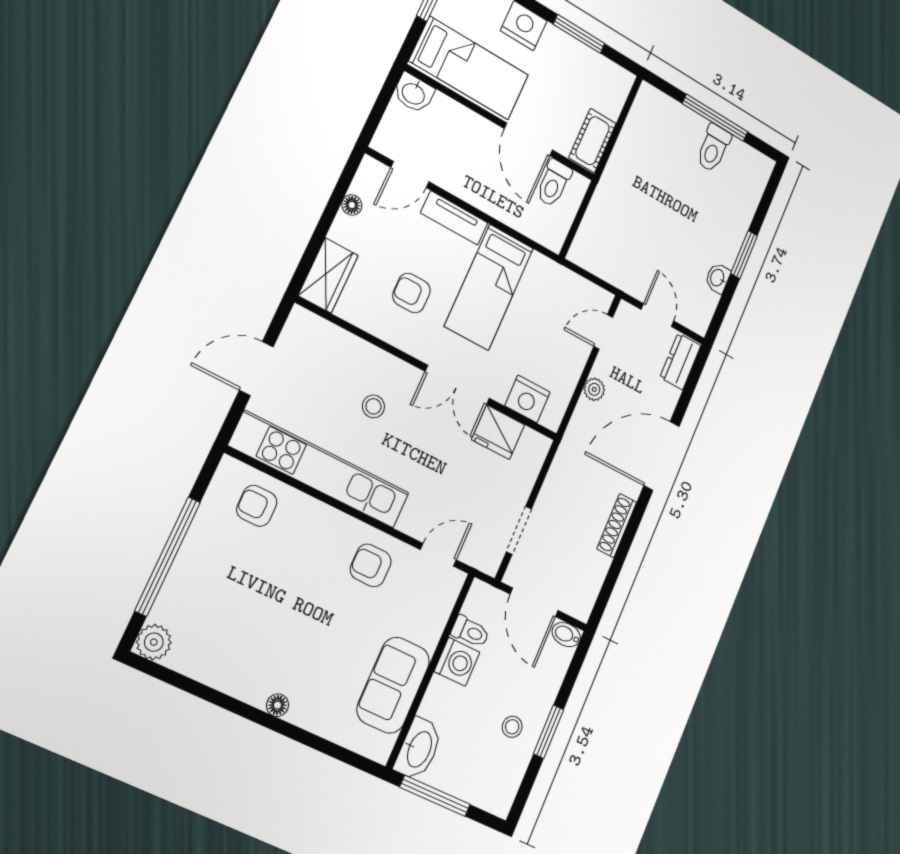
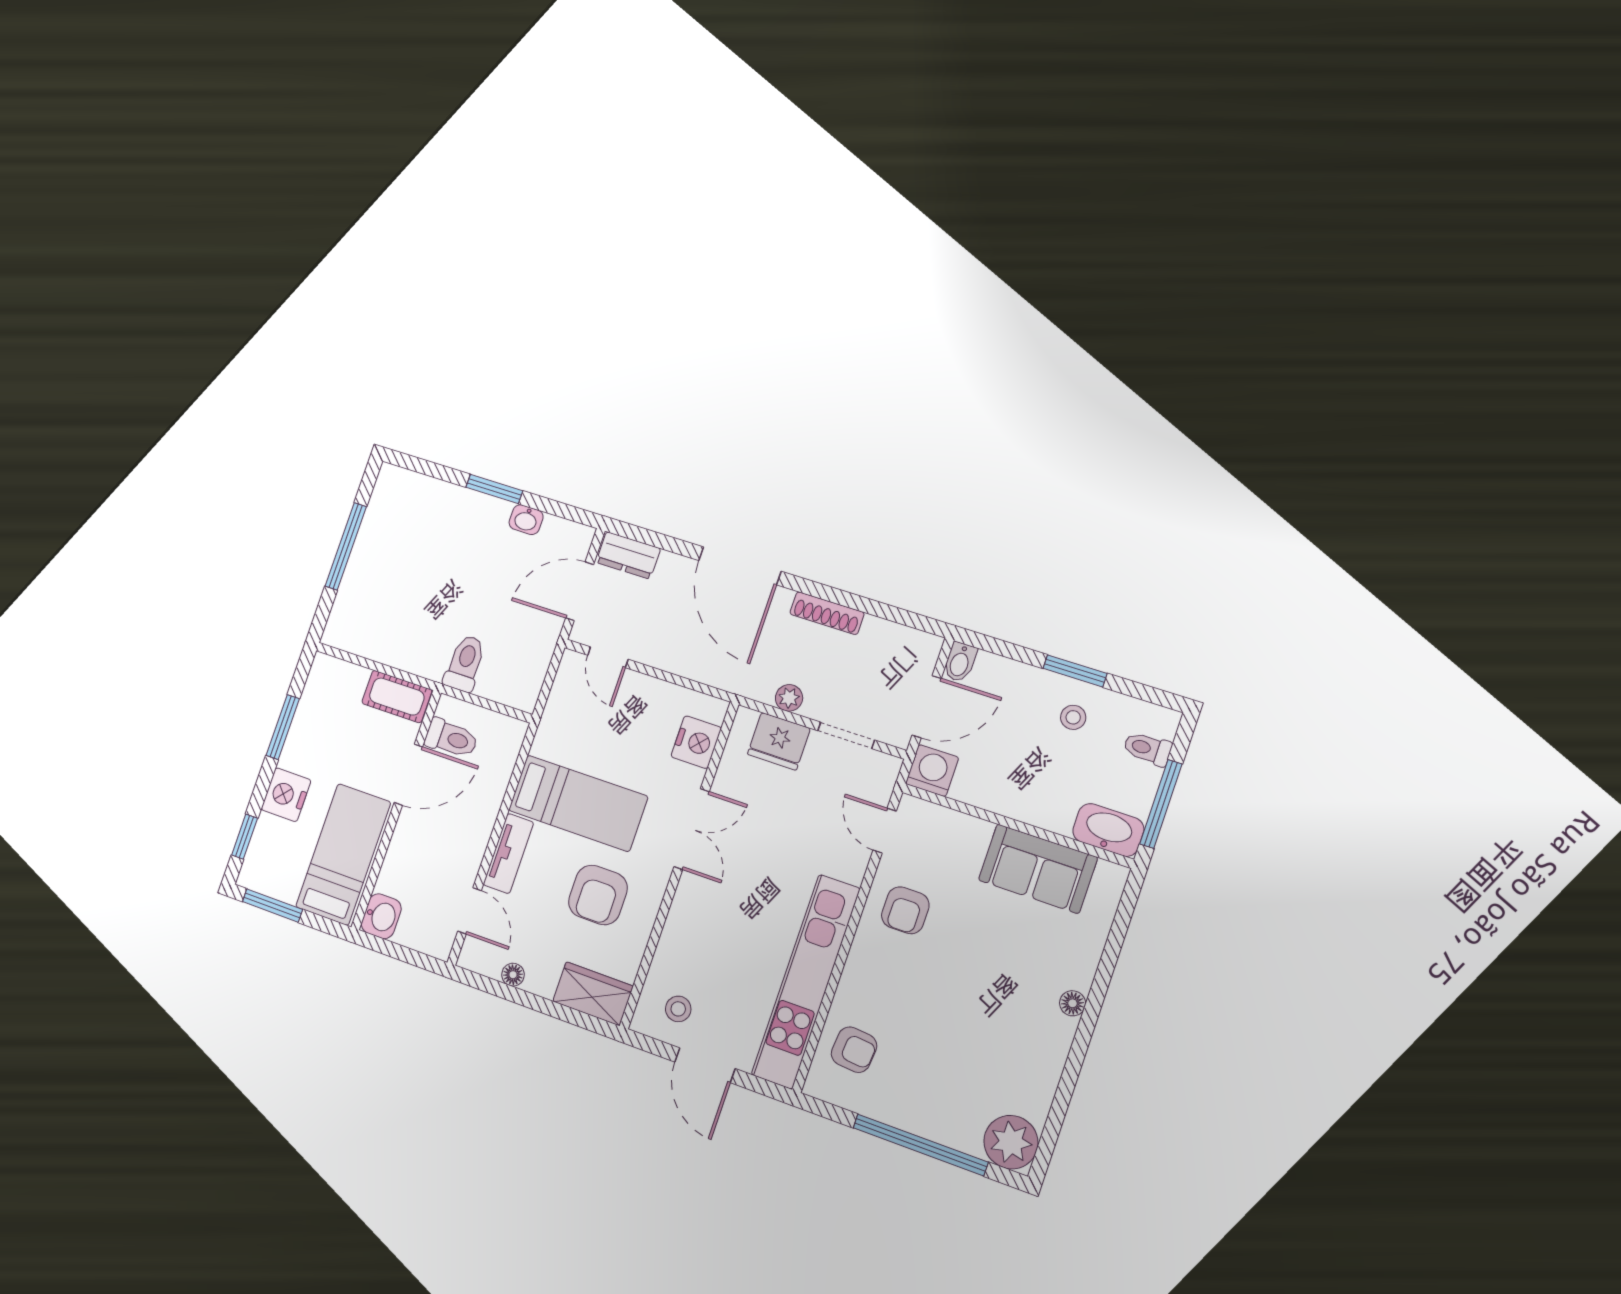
toilet: (713, 148) -> (465, 663), moved, turned -90
armchair: (411, 293) -> (598, 895), width x1.38, depth x1.38
door: (657, 315) -> (580, 591), width x1.38
plant: (594, 389) -> (789, 698), moved
stool: (373, 406) -> (678, 1009), moved
fridge: (498, 432) -> (779, 741), moved, turned 90
armchair: (257, 506) -> (854, 1050), turned -85
toilet: (470, 632) -> (1147, 749), moved, turned -90
plant: (154, 642) -> (1011, 1142), width x1.36, depth x1.36
washing machine: (457, 662) -> (932, 771), moved

